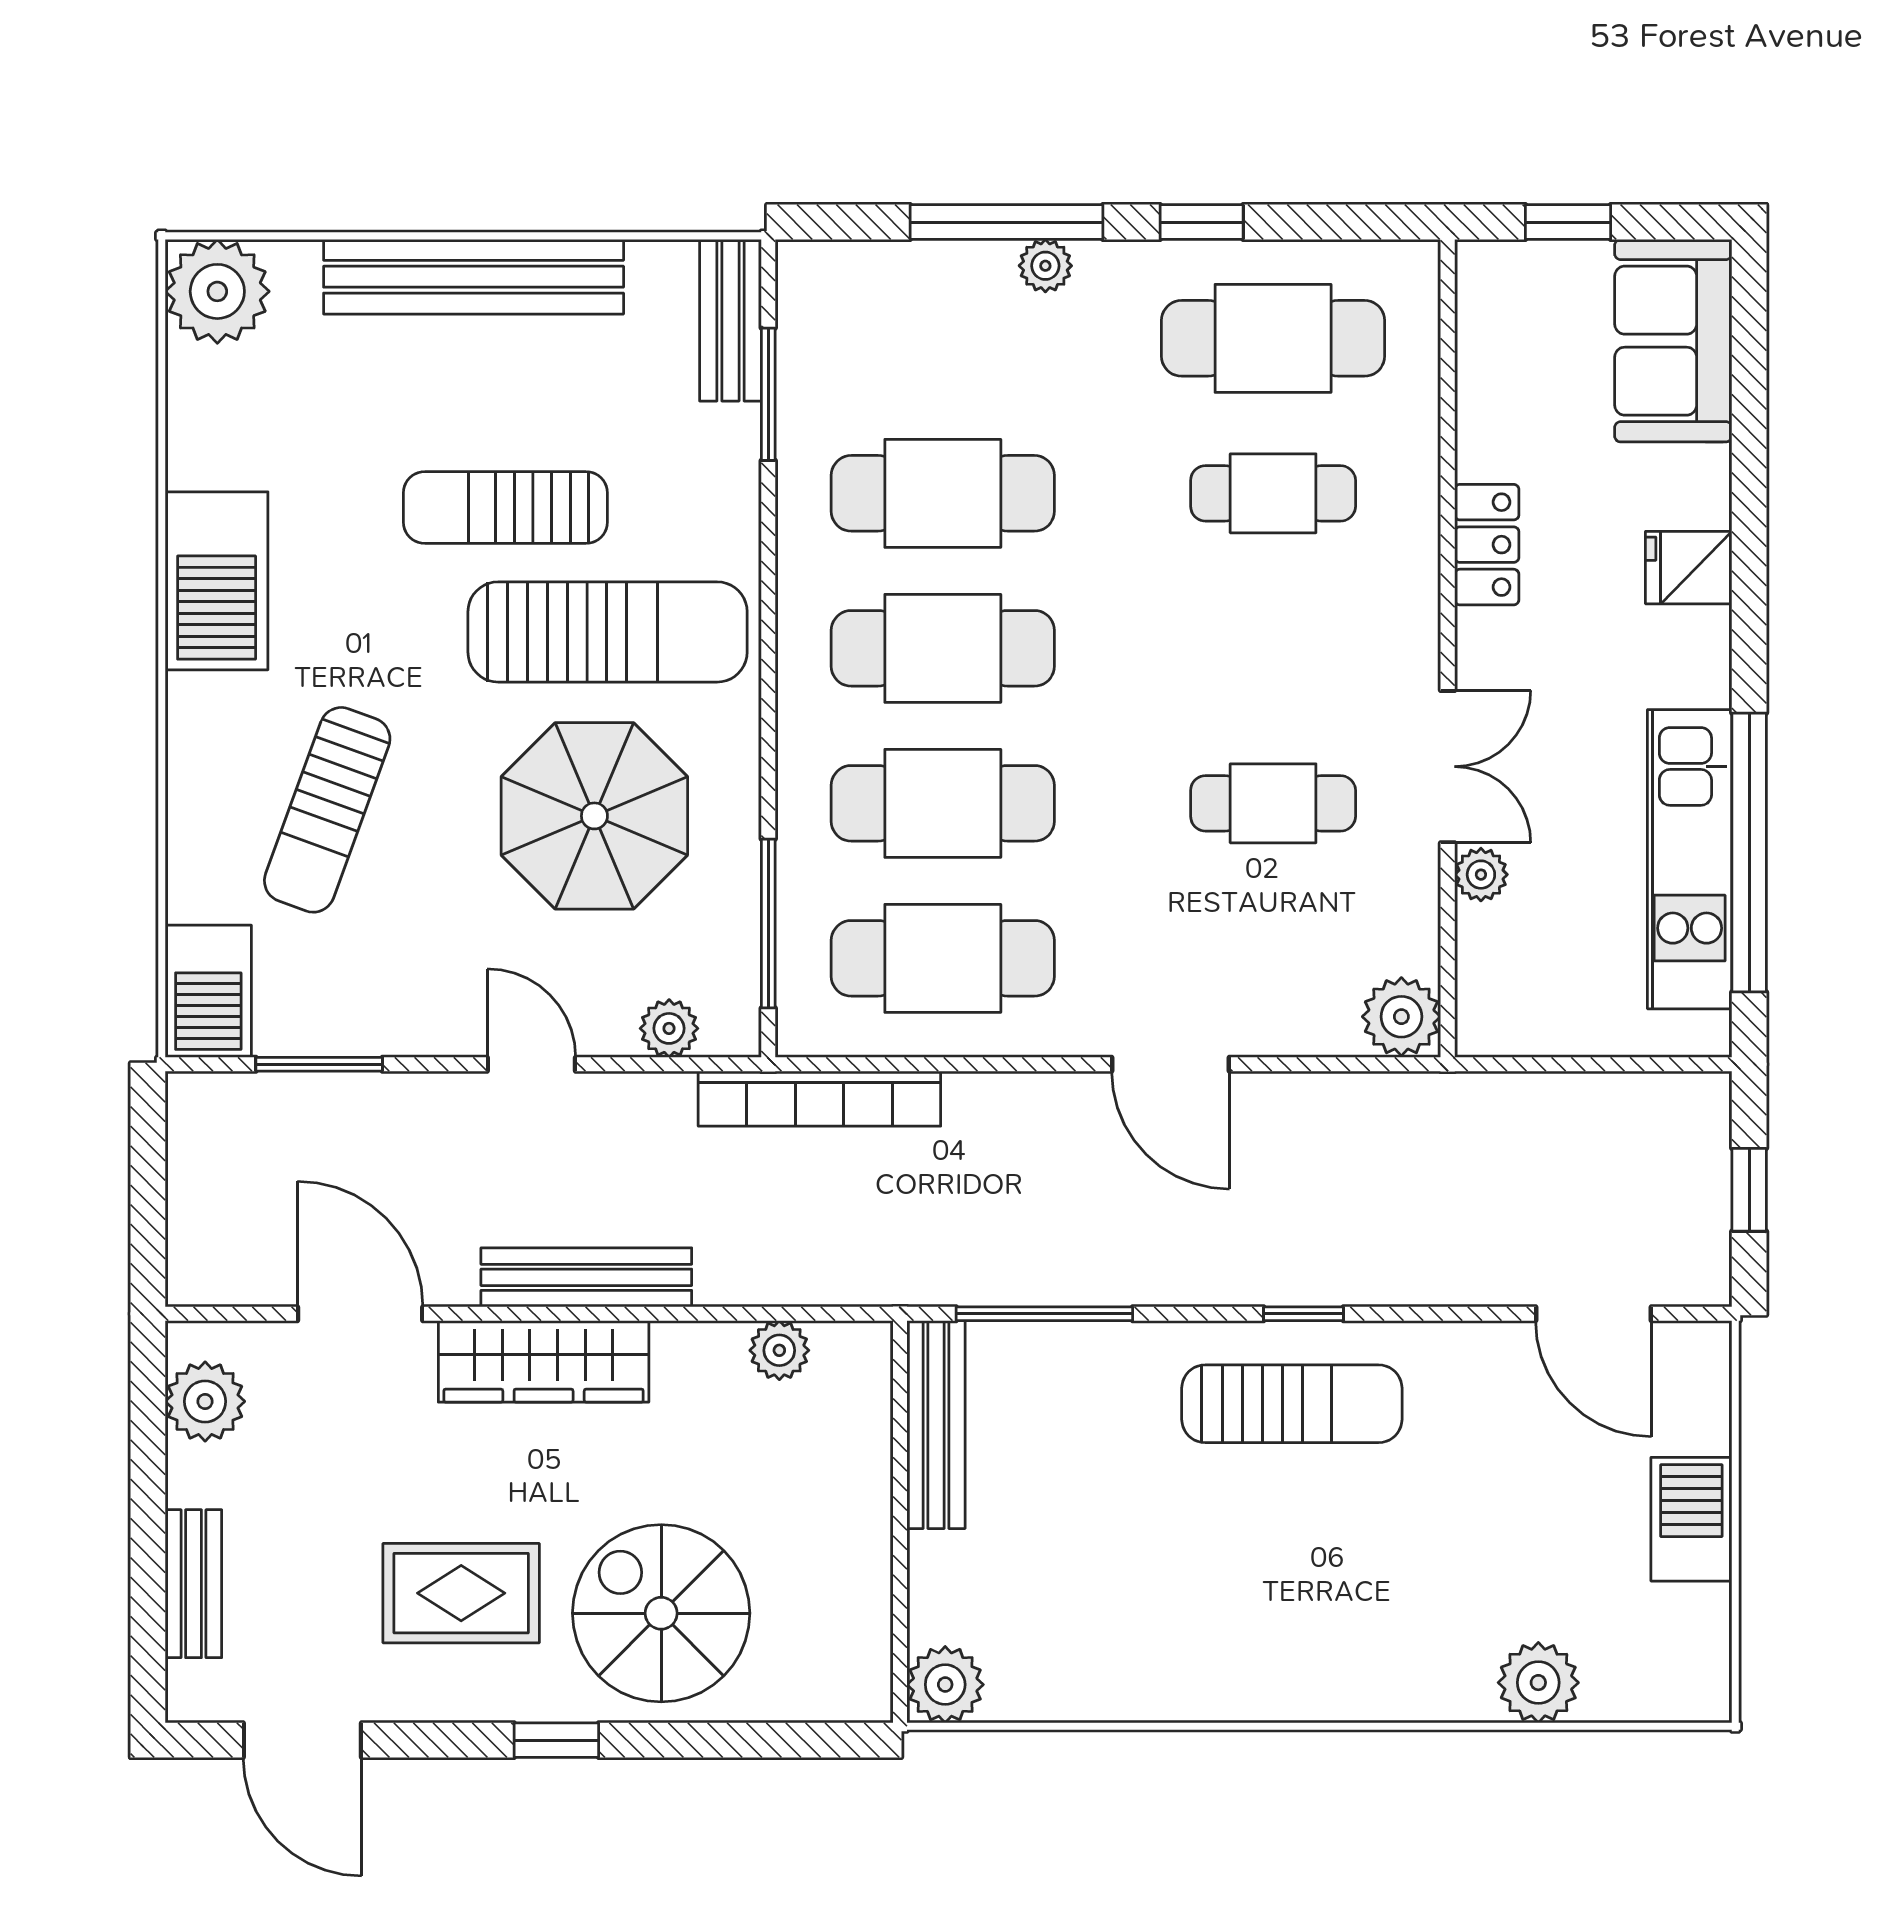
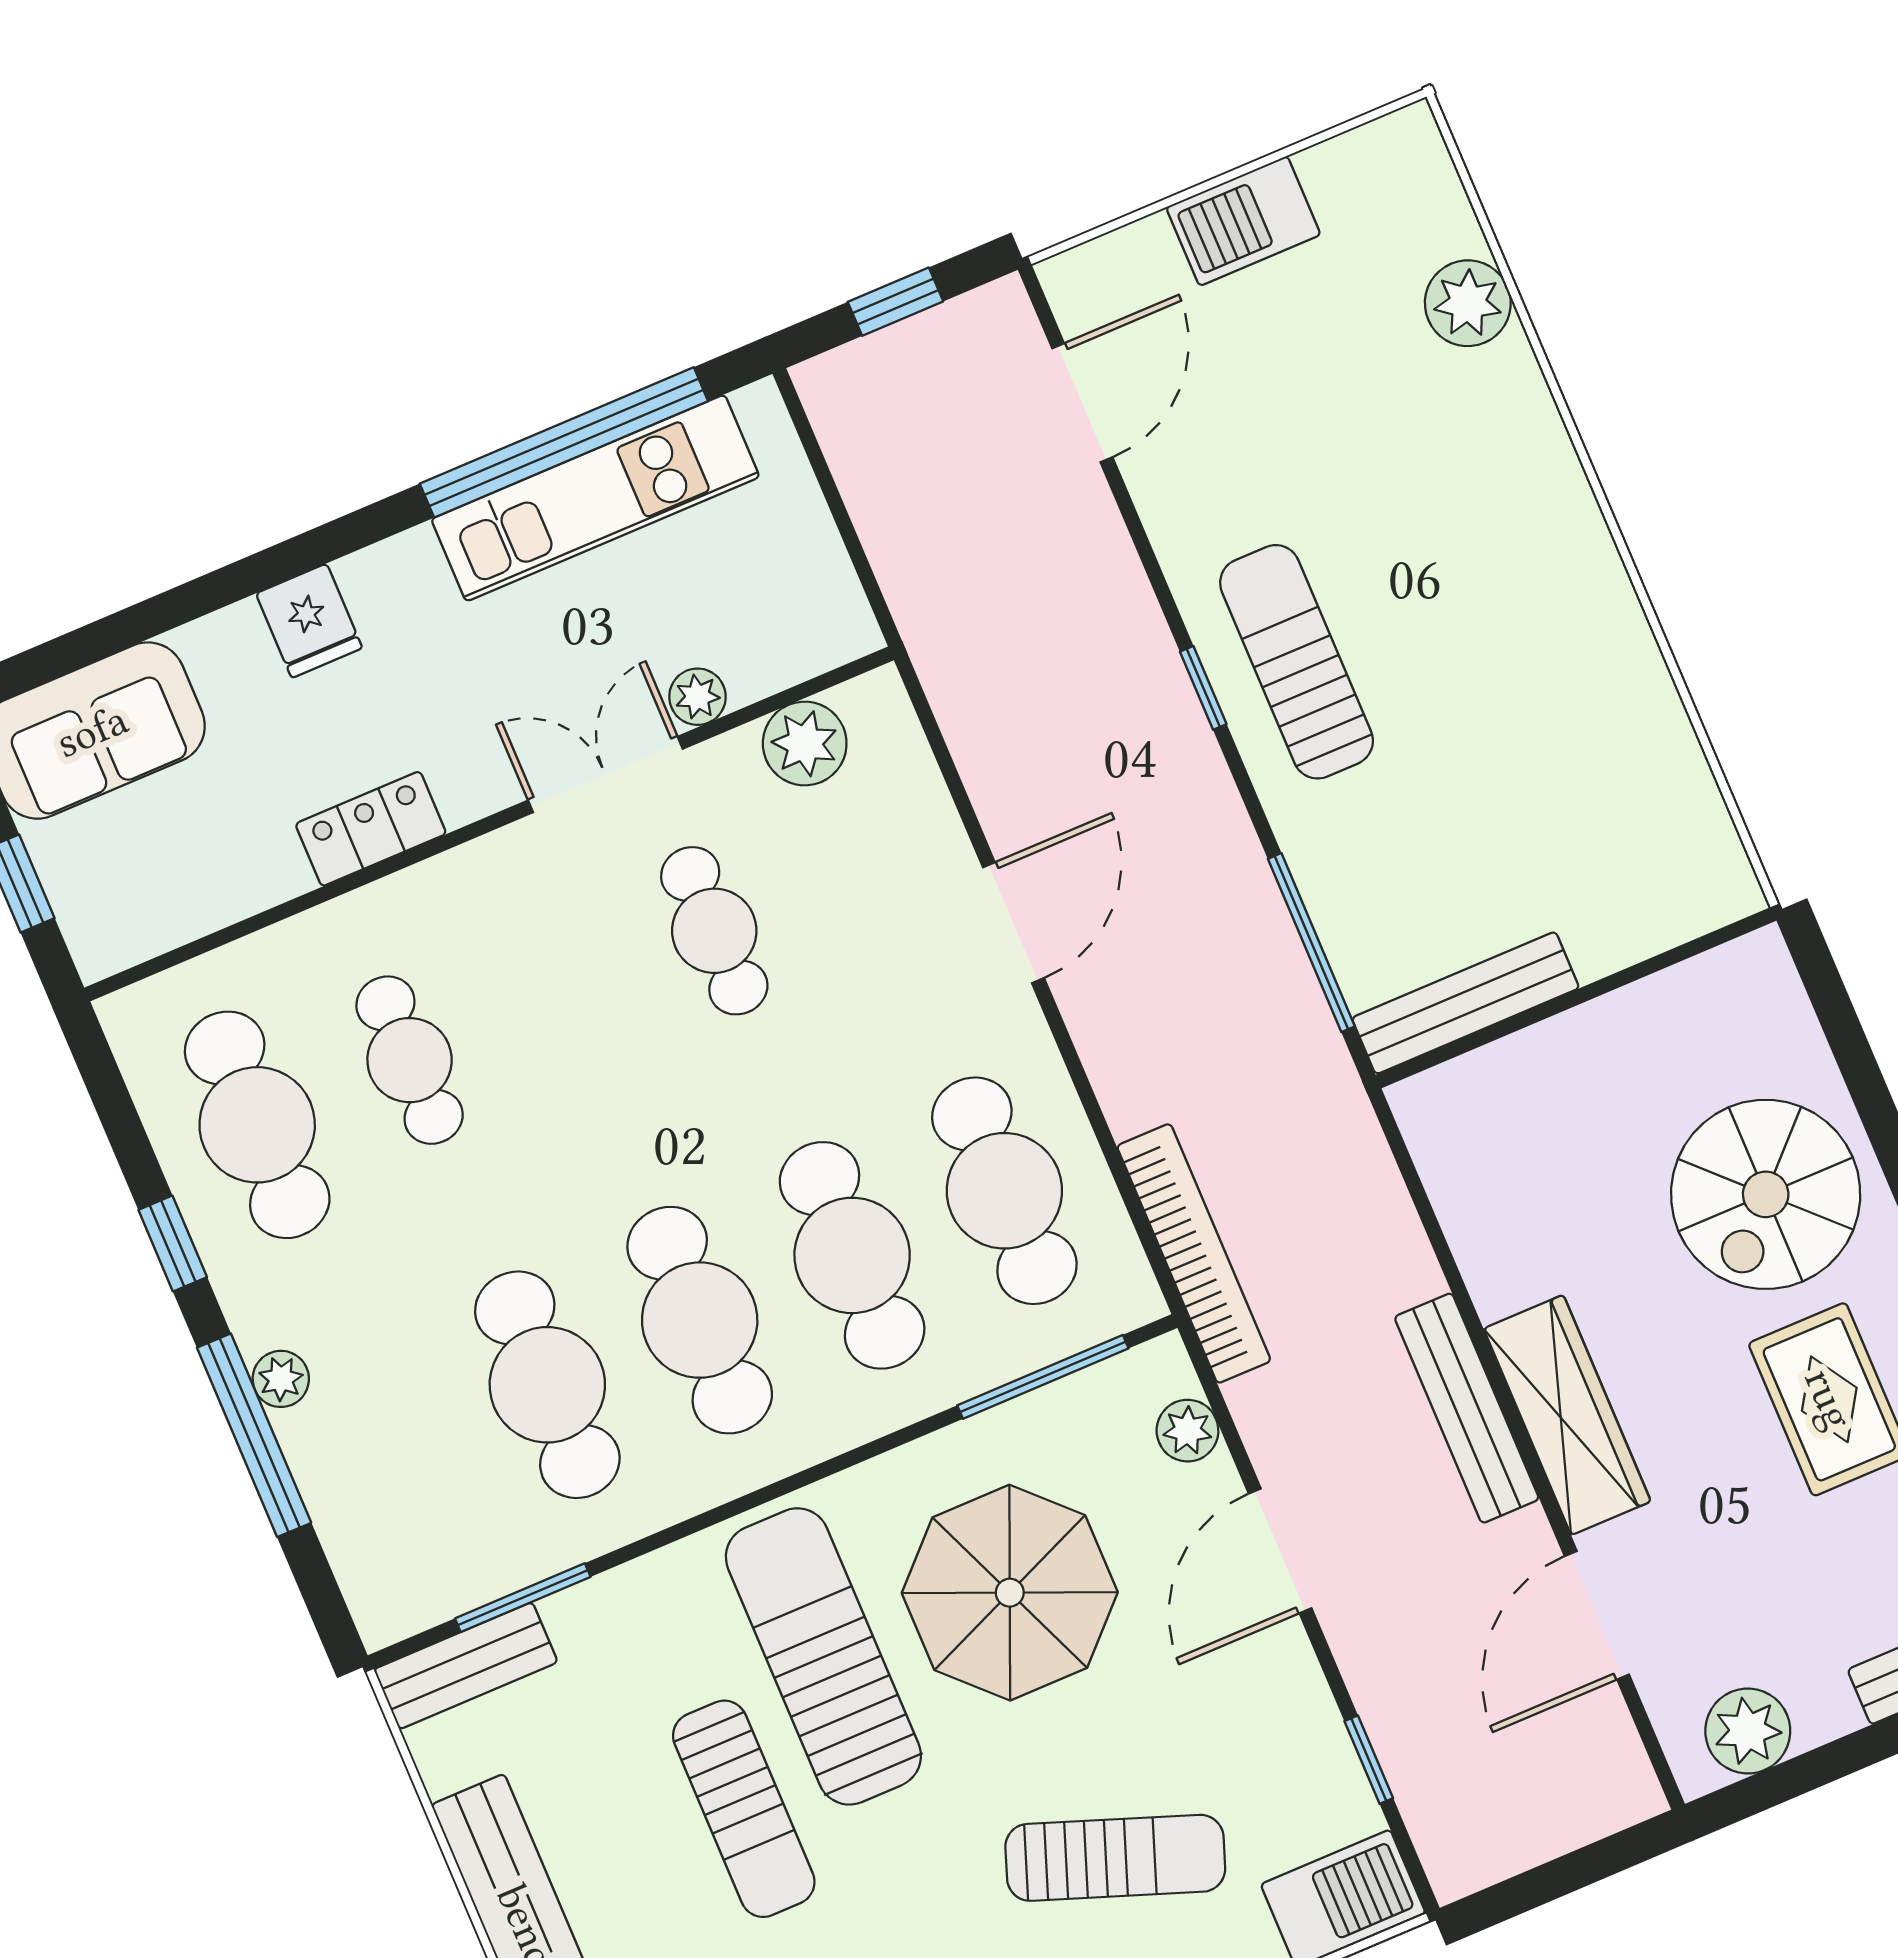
plant: (1401, 1017) -> (805, 743), moved
window: (319, 1064) -> (1369, 1760), width x0.67
door: (531, 1064) -> (1280, 1551), width x1.38
plant: (779, 1350) -> (1458, 1188), removed
plant: (945, 1685) -> (1717, 885), removed

